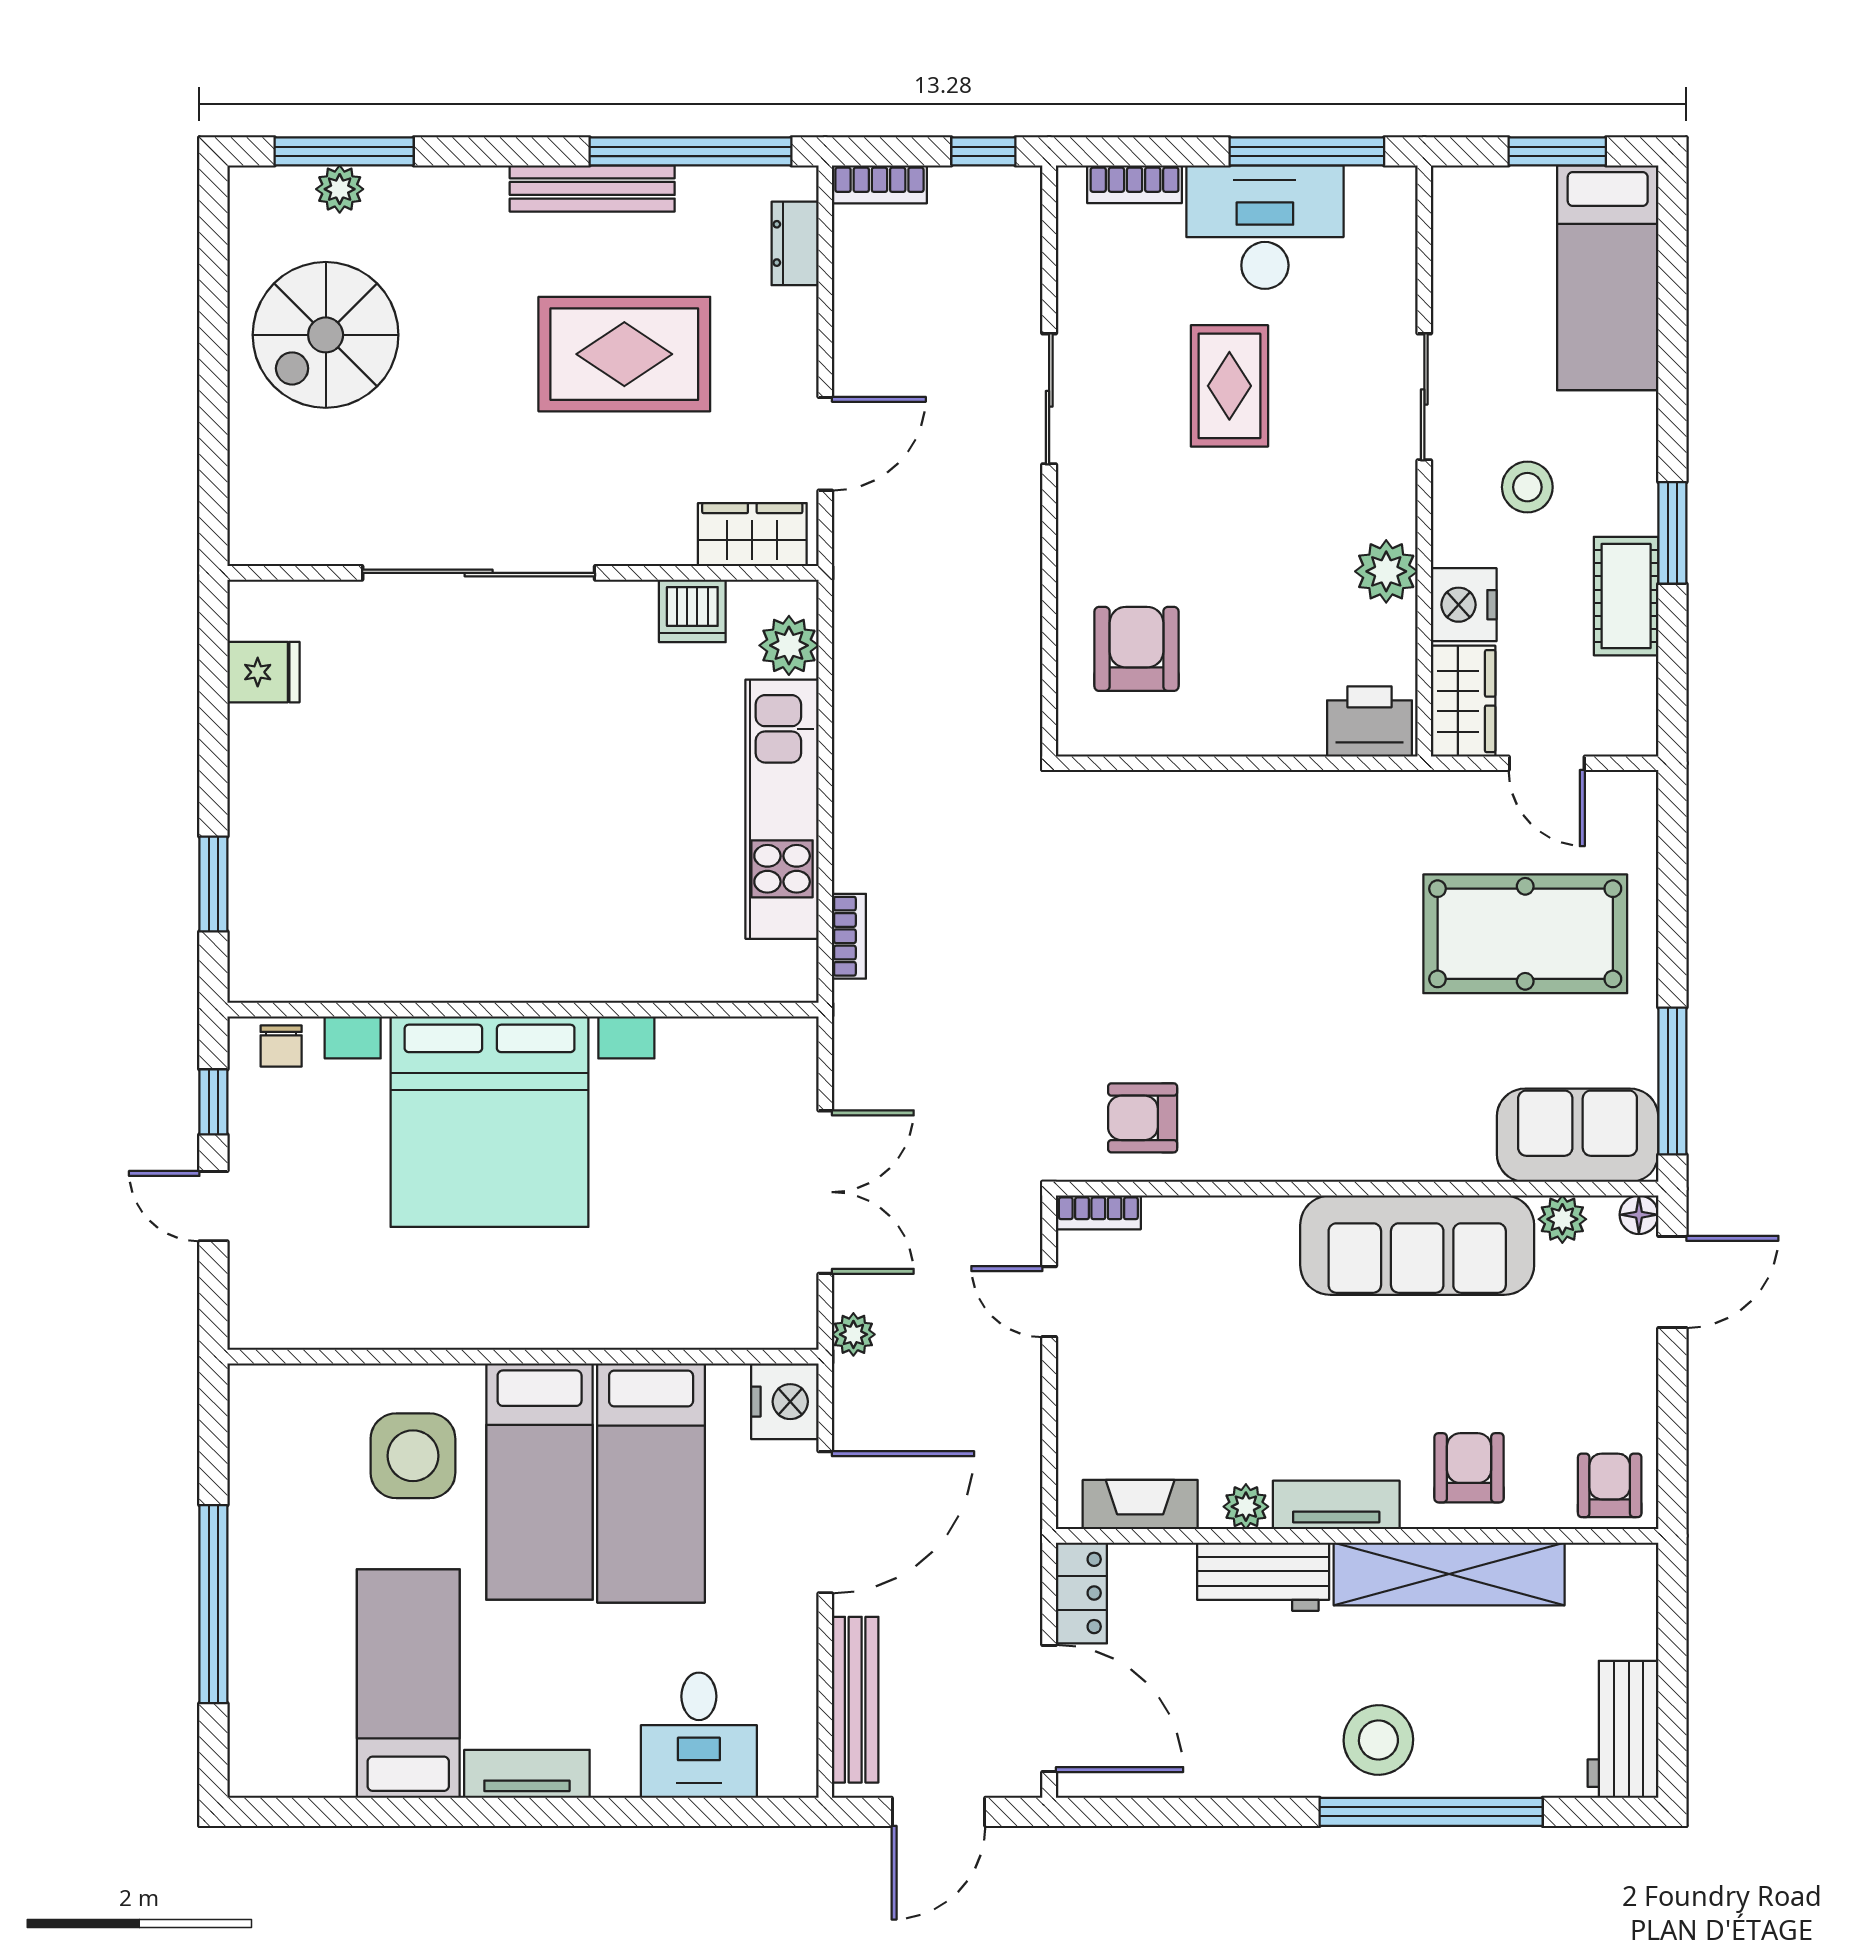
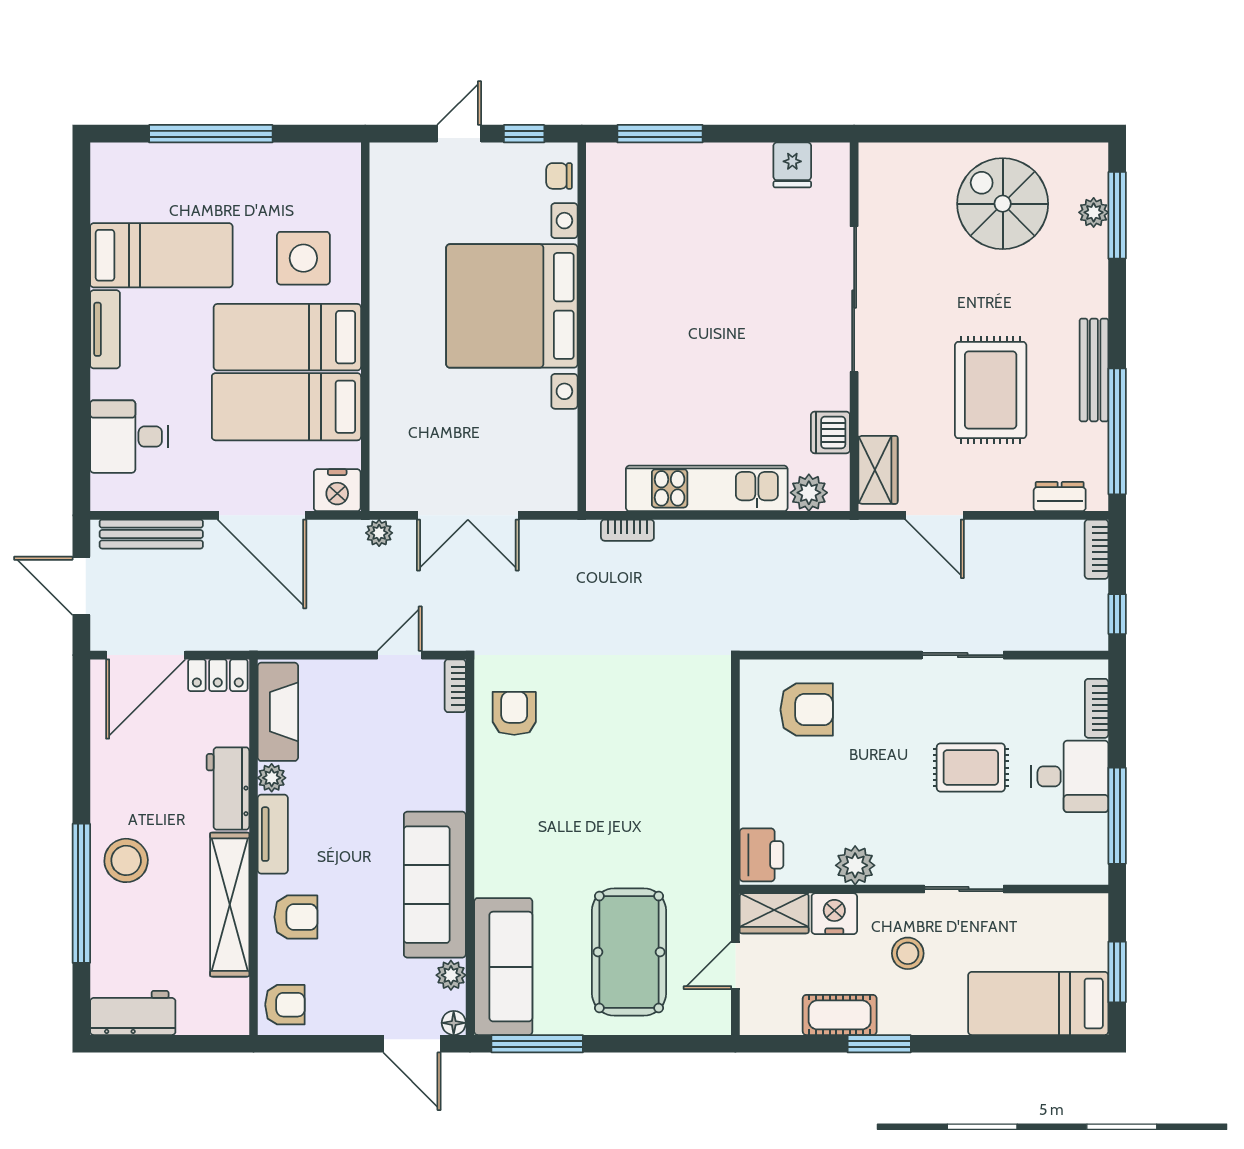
desk: (1265, 227) -> (1070, 776), width x0.73
window: (213, 884) -> (660, 134), width x1.44
sofa: (1578, 1135) -> (503, 967), width x1.36
fireplace: (1140, 1504) -> (278, 712), width x1.37, depth x1.32

